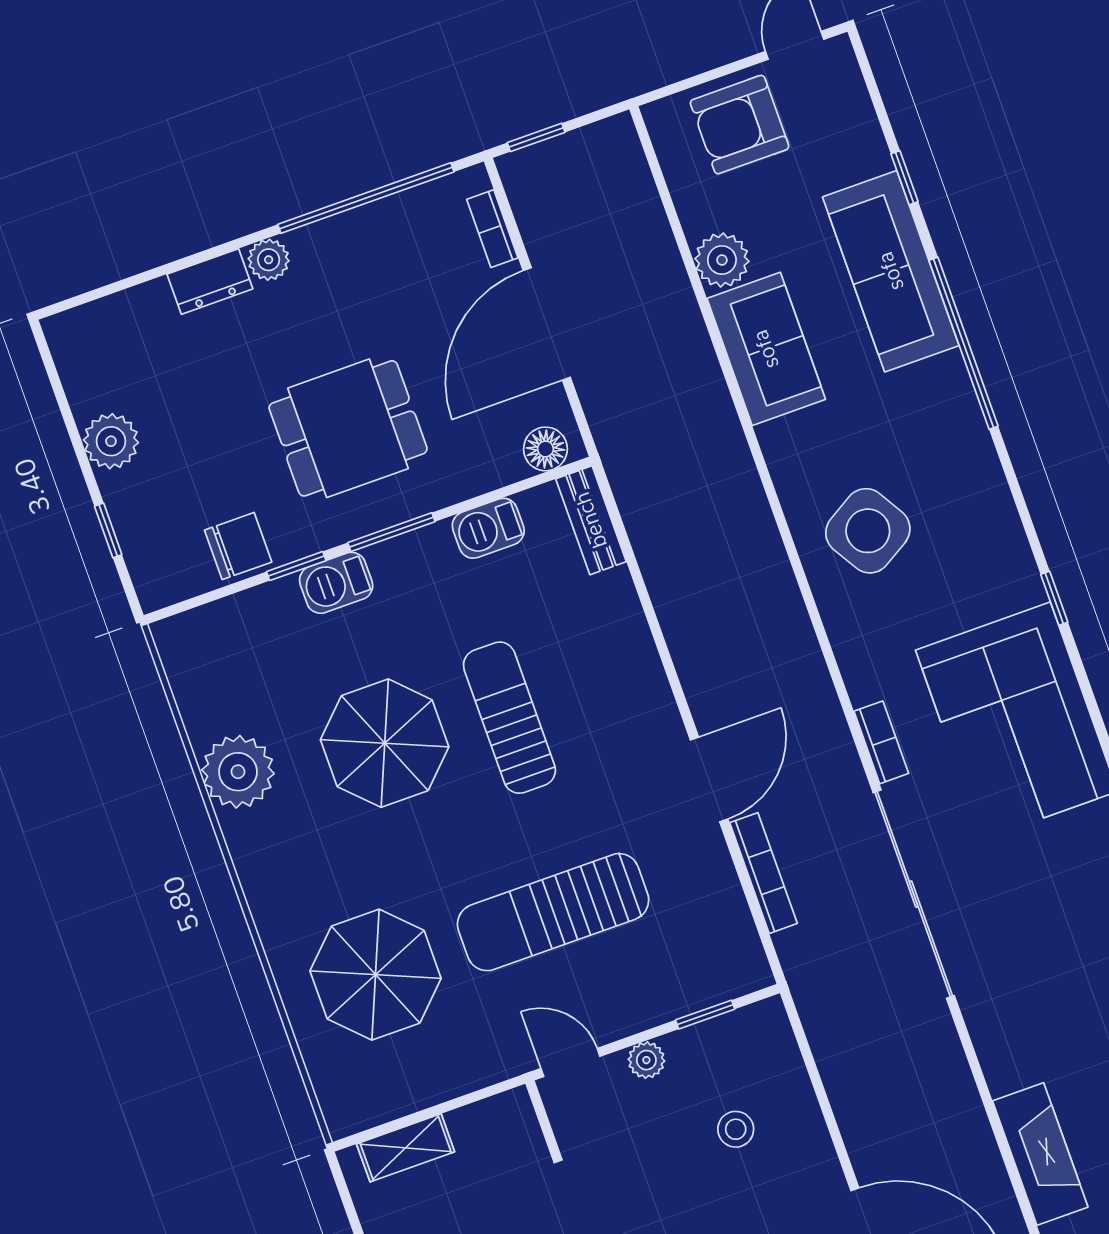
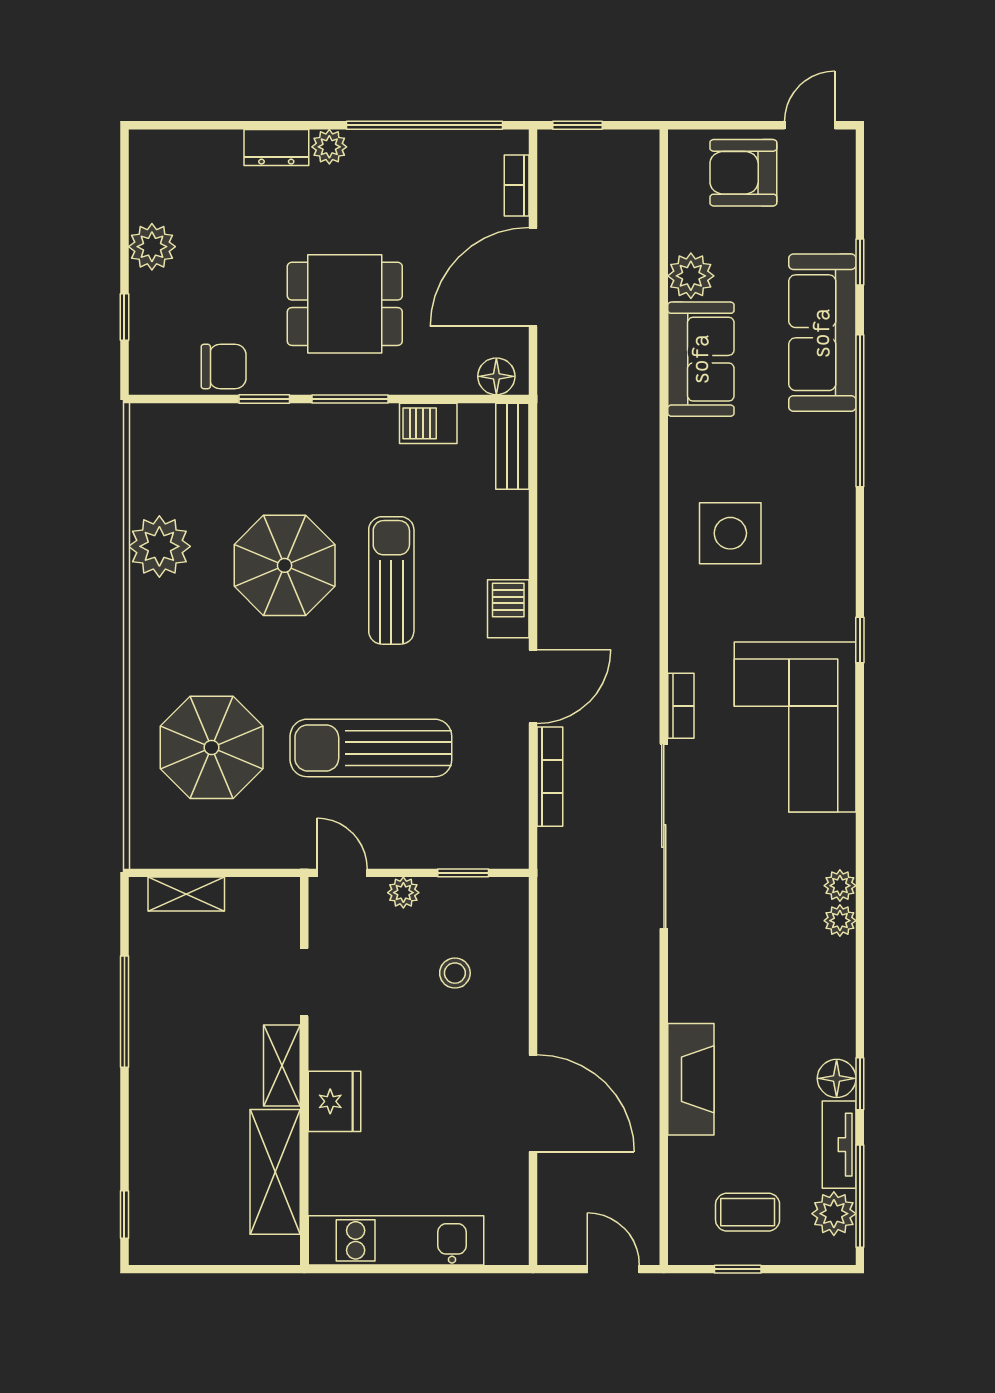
side table: (868, 531) -> (730, 533), turned 31
barbecue: (336, 583) -> (508, 609), moved, turned 90

